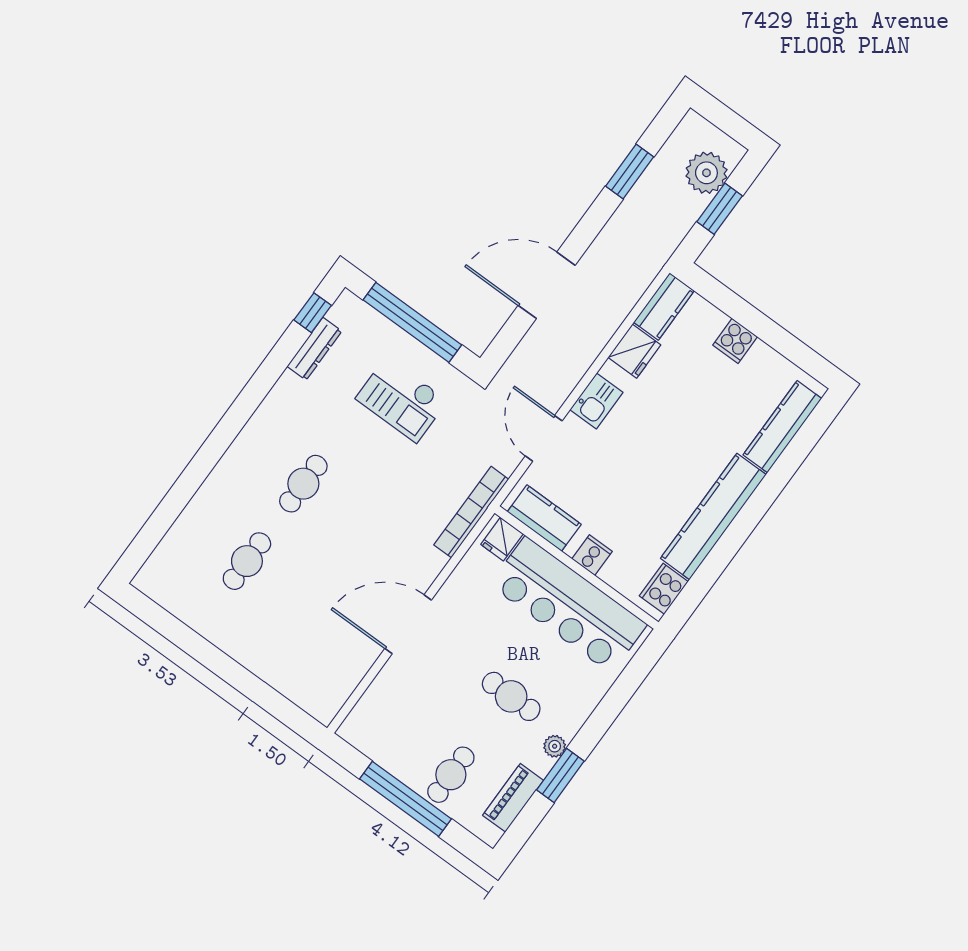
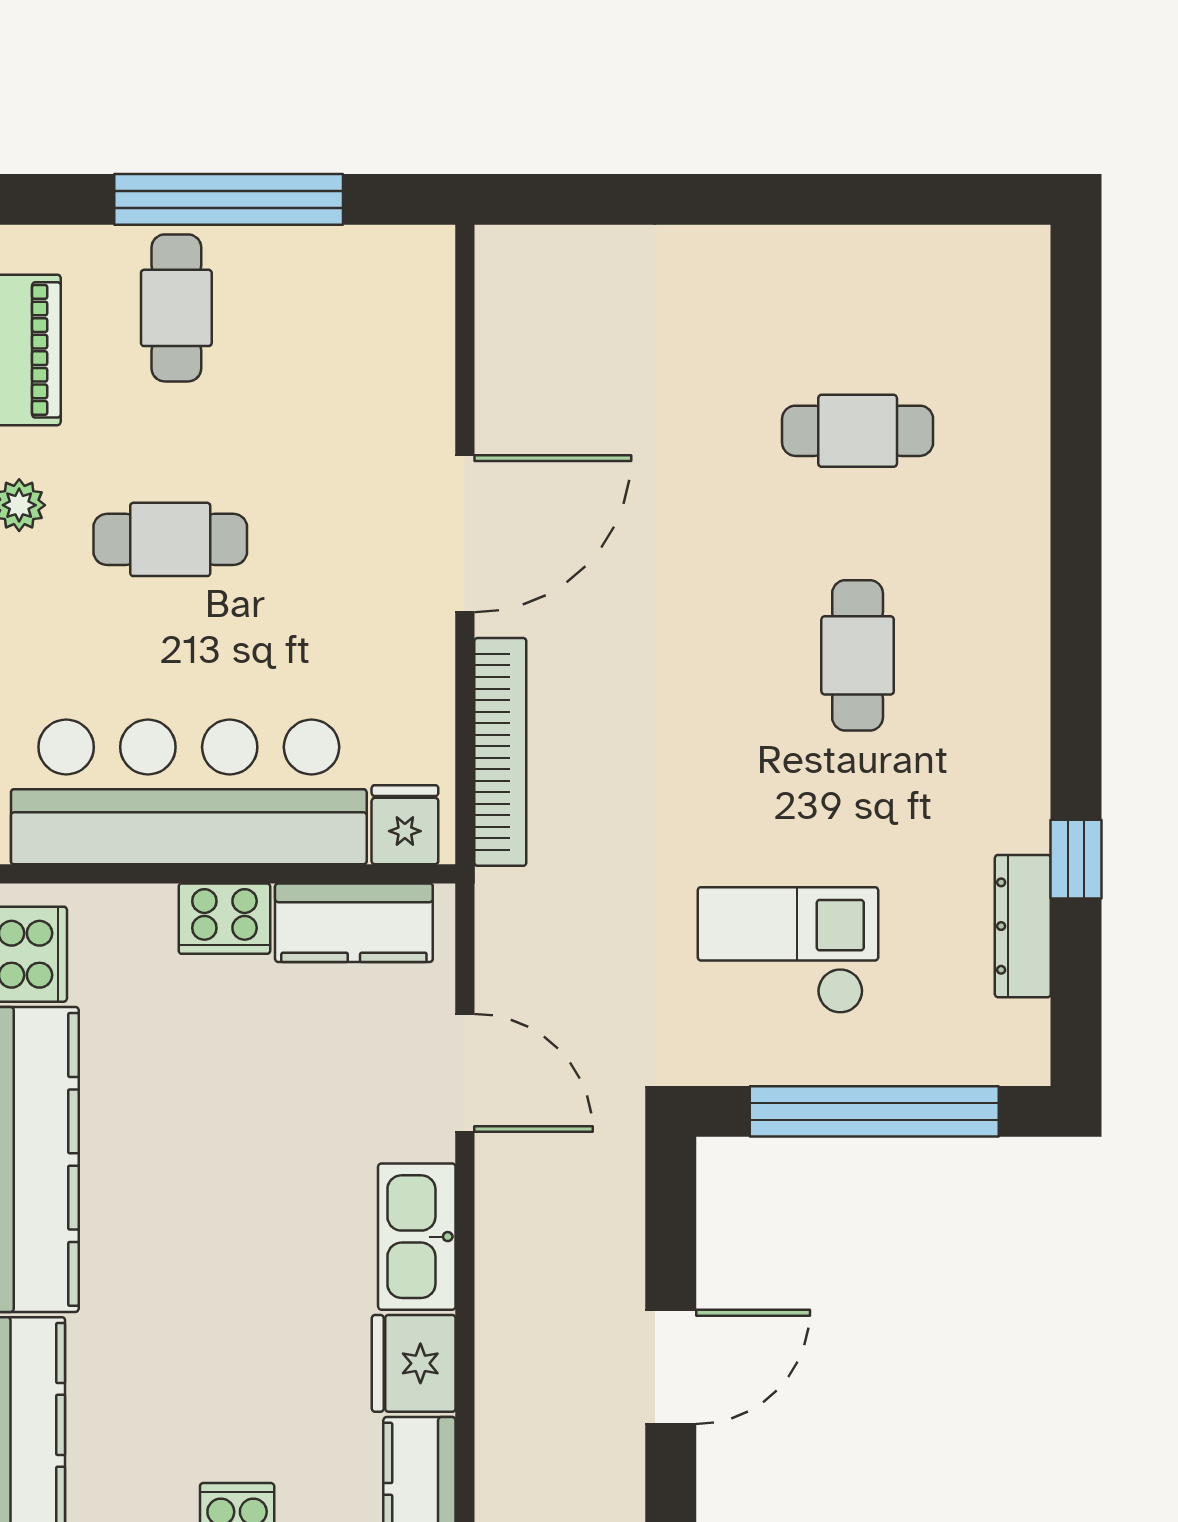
door: (547, 285) -> (671, 1367), width x0.73
window: (313, 313) -> (1076, 859), moved
kitchen sink: (596, 401) -> (417, 1237), width x1.38
bookcase: (471, 512) -> (500, 752), moved
cooker: (592, 555) -> (224, 919), width x1.36
cafe table: (247, 561) -> (858, 431), turned 90

